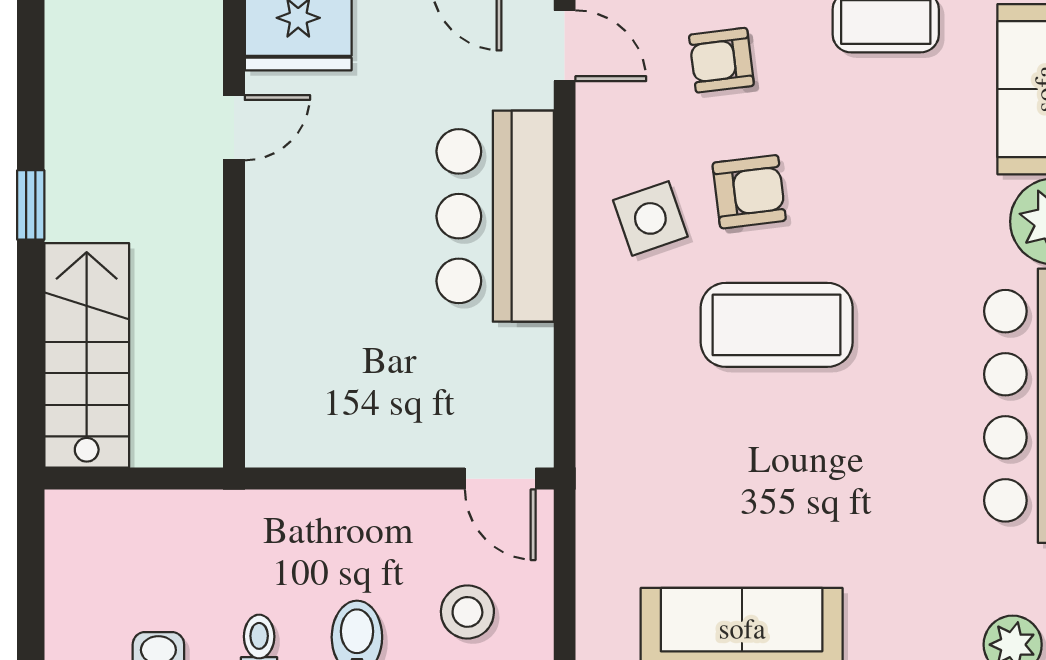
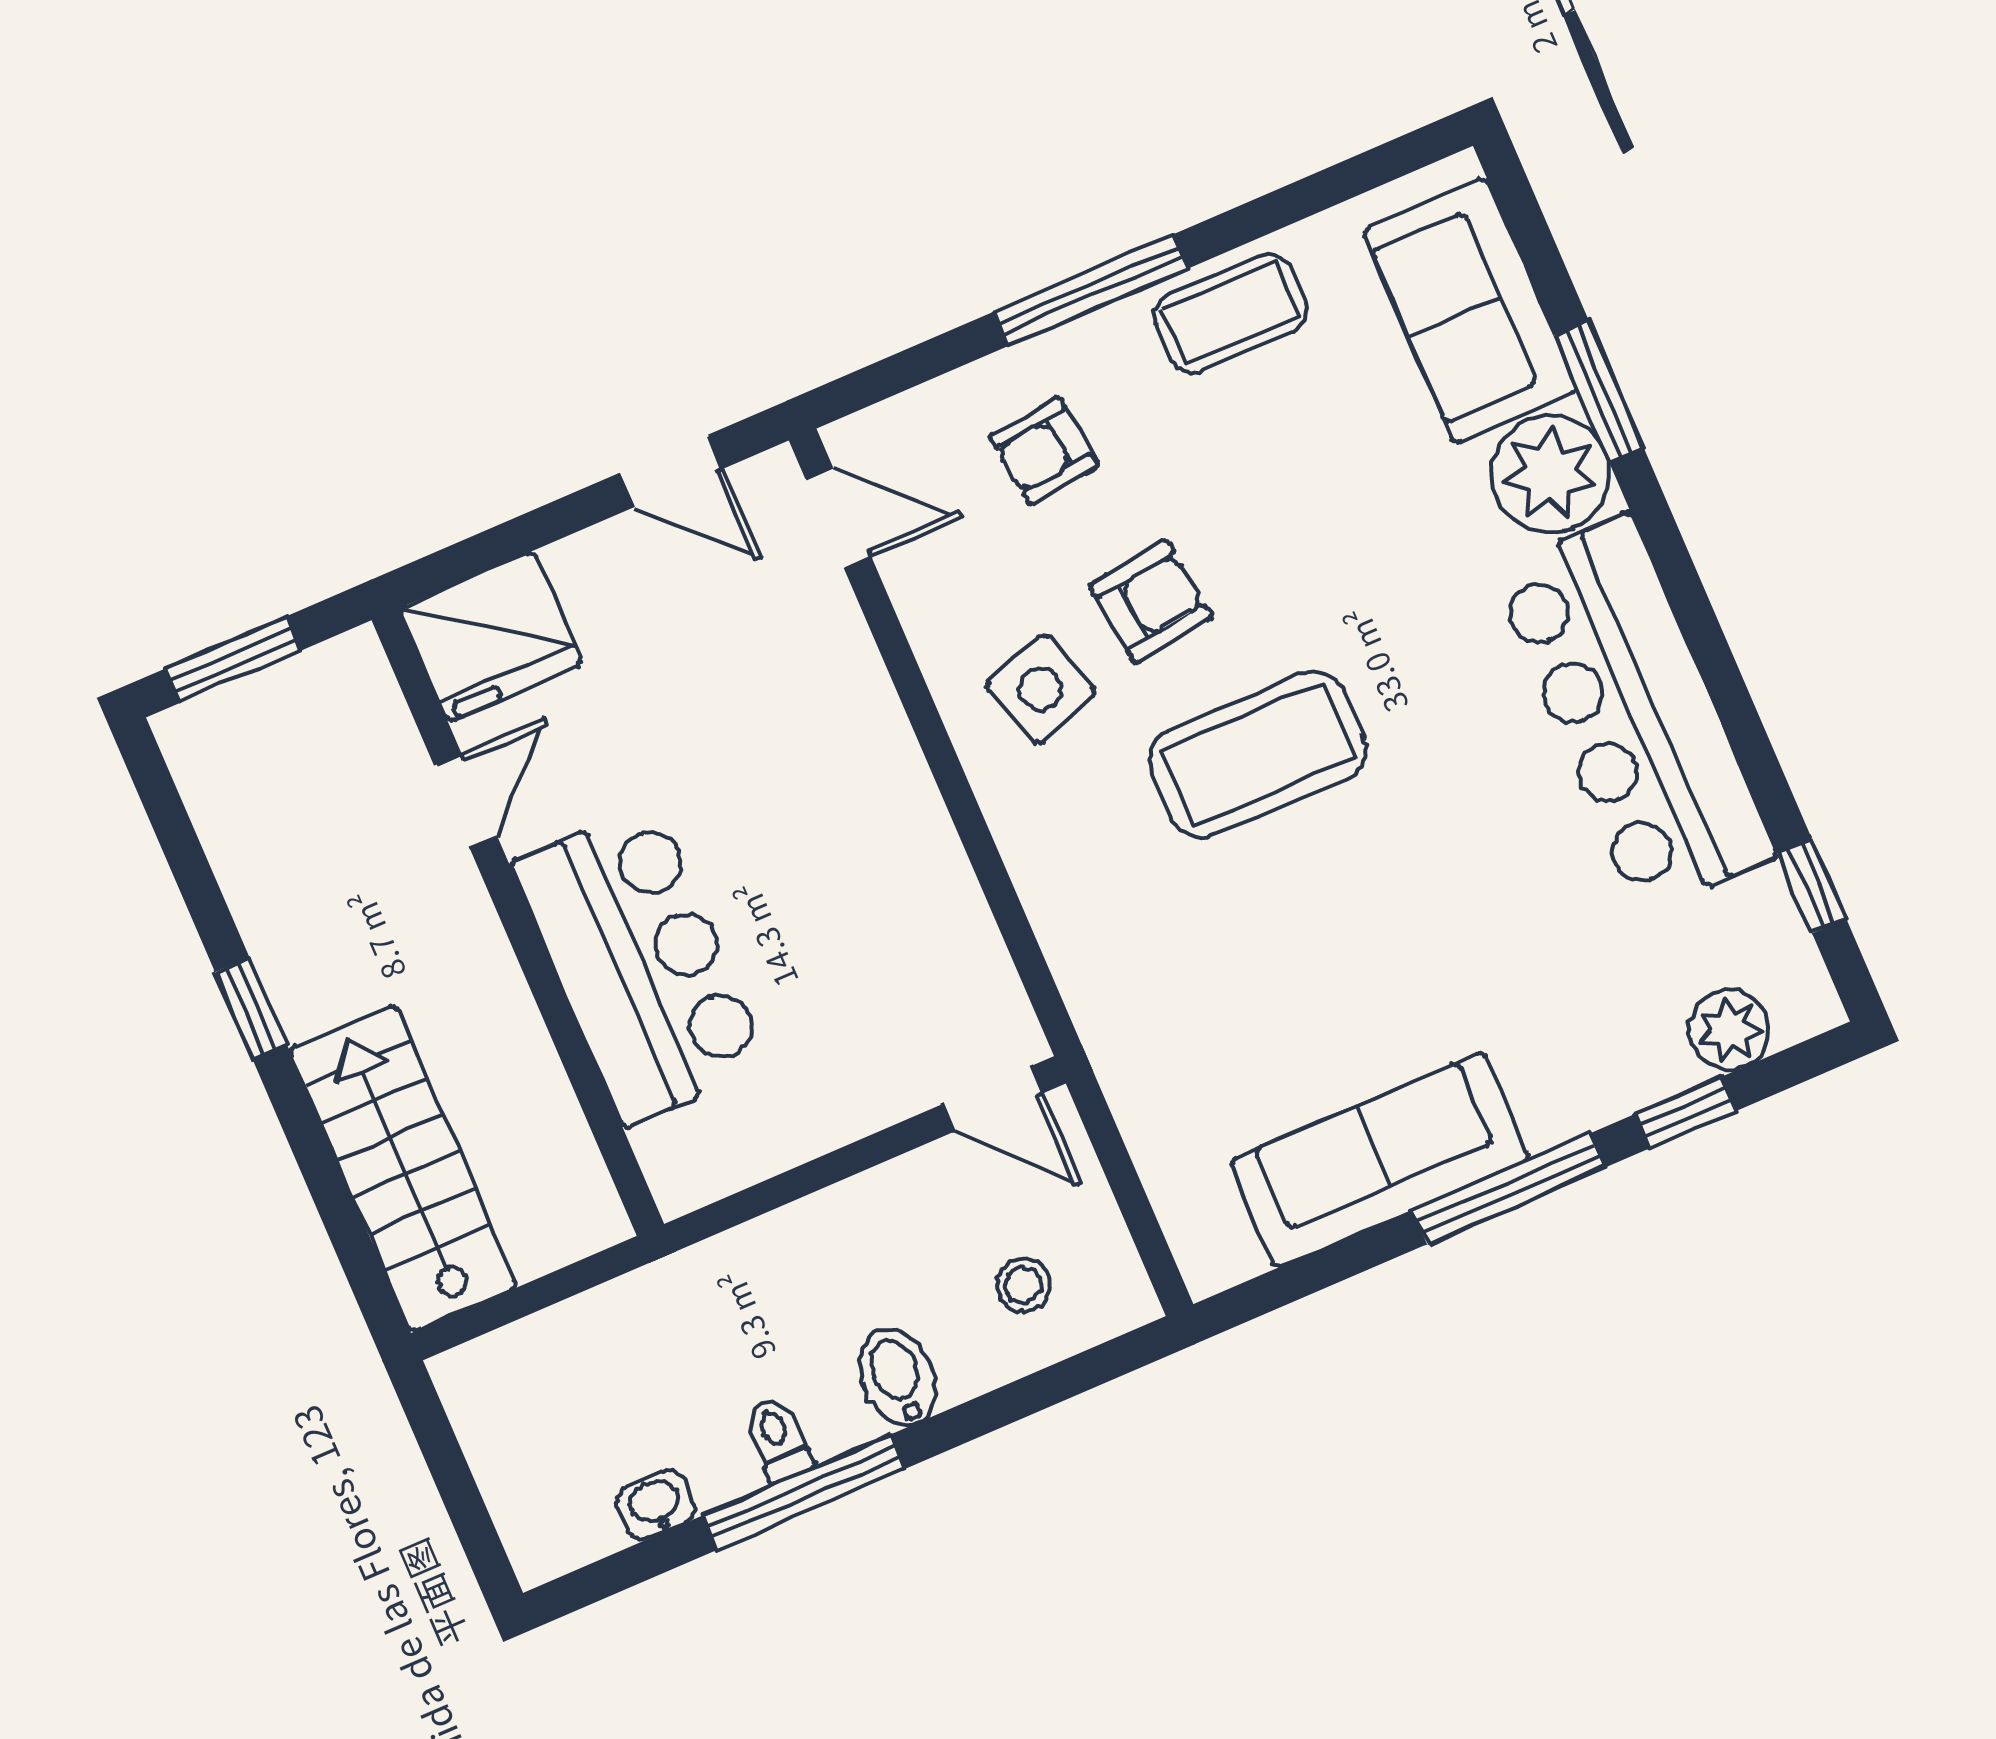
bar counter: (495, 216) -> (640, 964), moved, turned 180
stool: (467, 612) -> (1023, 1285), width x0.73, depth x0.73

